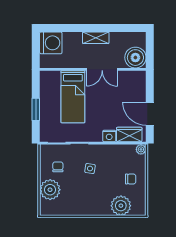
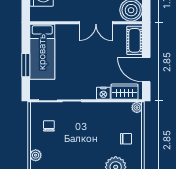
cot: (139, 86) -> (135, 40), added
bed: (73, 97) -> (42, 52), moved
side table: (90, 169) -> (83, 128), removed
plant: (50, 190) -> (36, 155), width x0.53, depth x0.53

